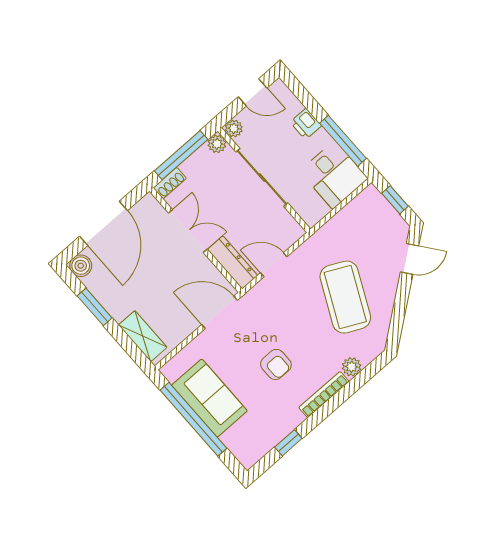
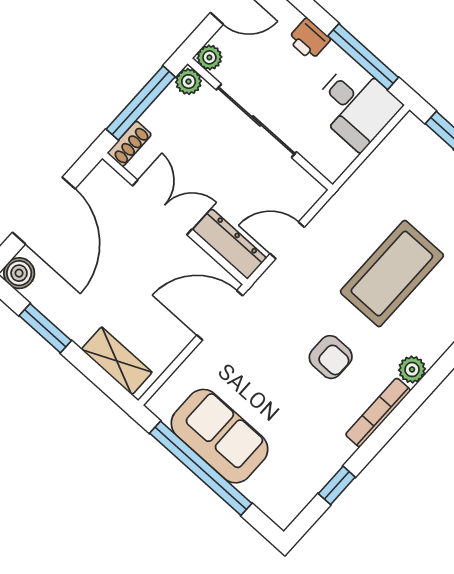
coffee table: (345, 297) -> (392, 274), turned 64
armchair: (276, 364) -> (331, 357), moved

